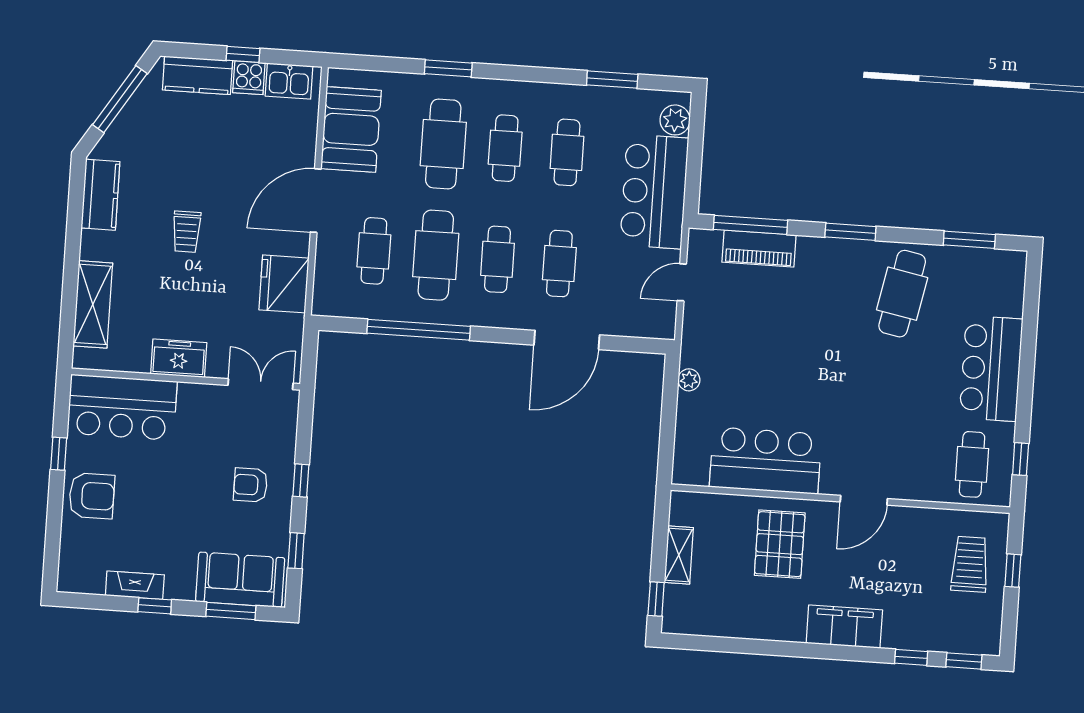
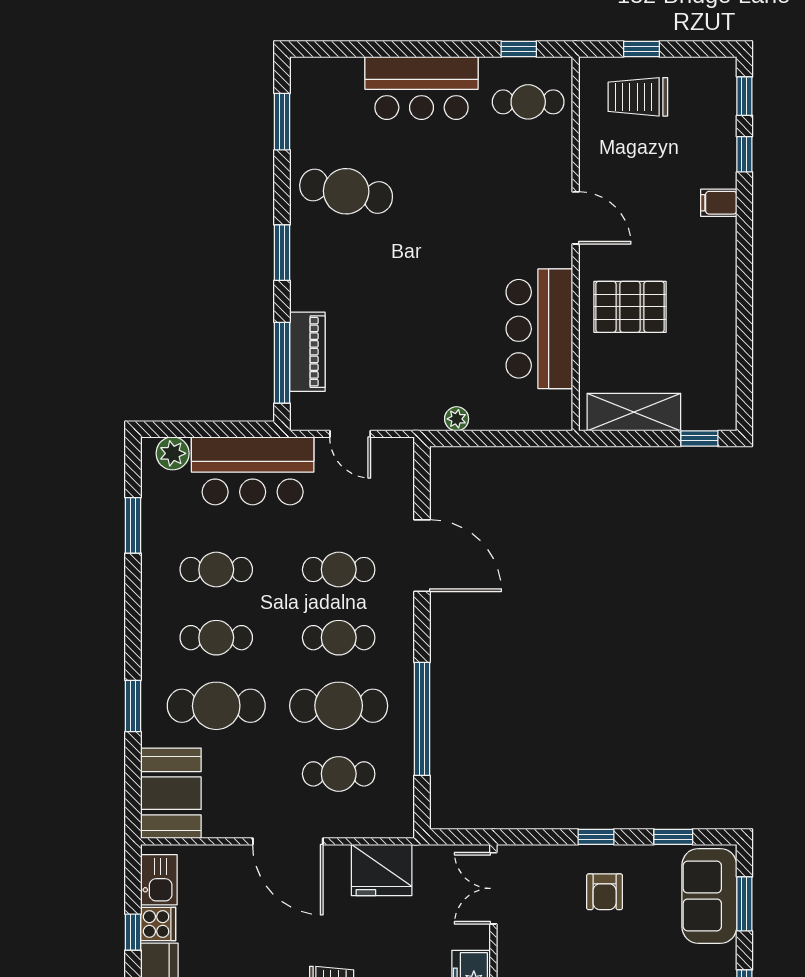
booth: (351, 129) -> (171, 793), moved, turned 90
shelving: (679, 555) -> (634, 412), width x1.50, depth x1.33
filing cabinet: (844, 627) -> (719, 203), width x0.33, depth x0.86

